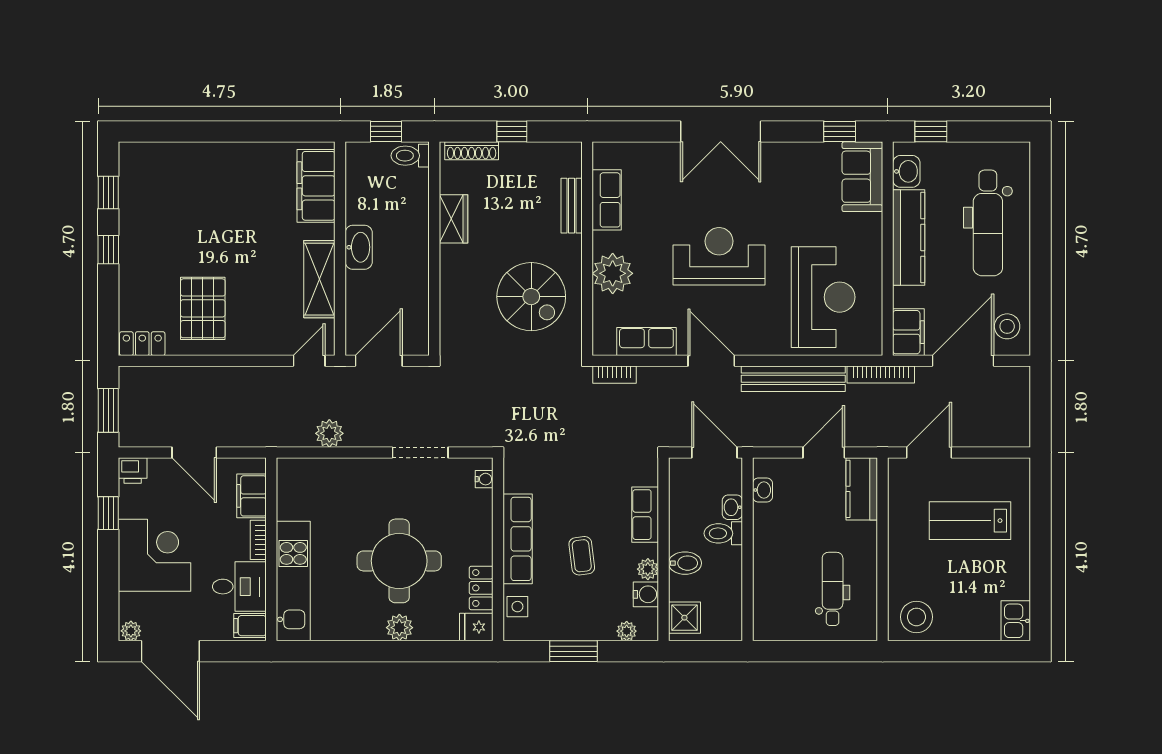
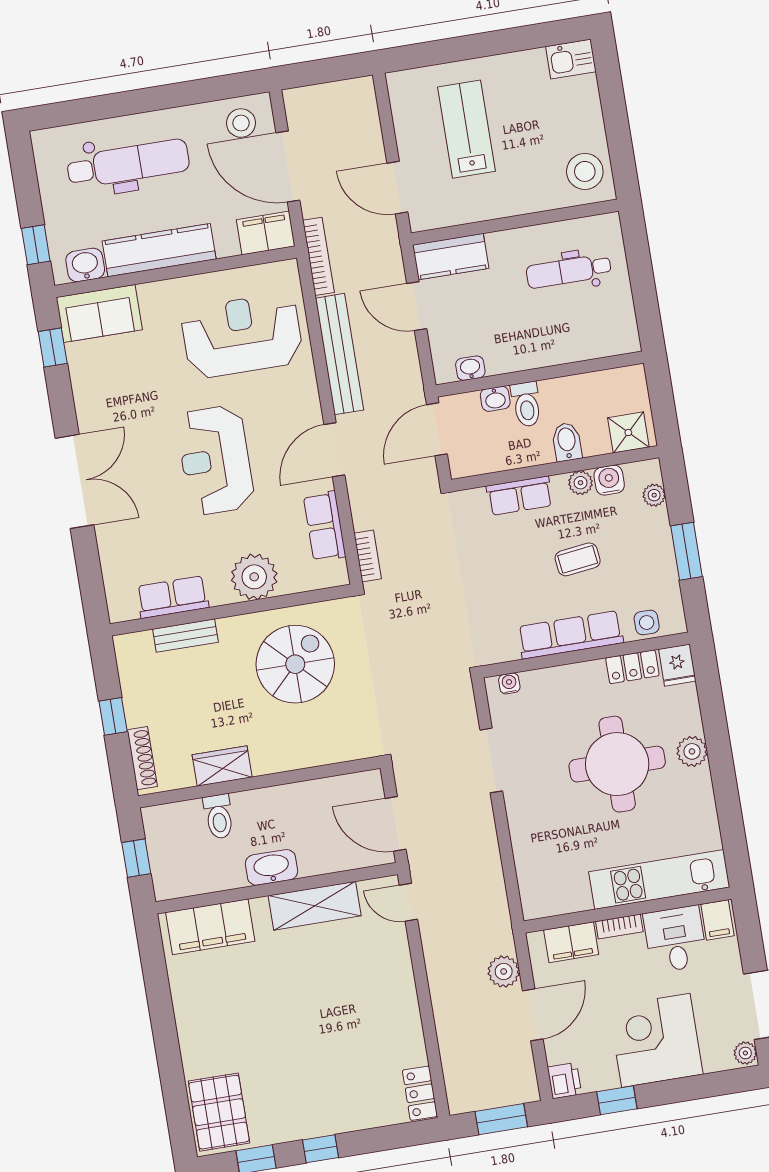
toilet: (410, 156) -> (219, 817), moved
pallet: (203, 308) -> (219, 1112), moved, turned 90
plant: (329, 433) -> (504, 971), moved
lab bench: (970, 521) -> (467, 129), turned 180

